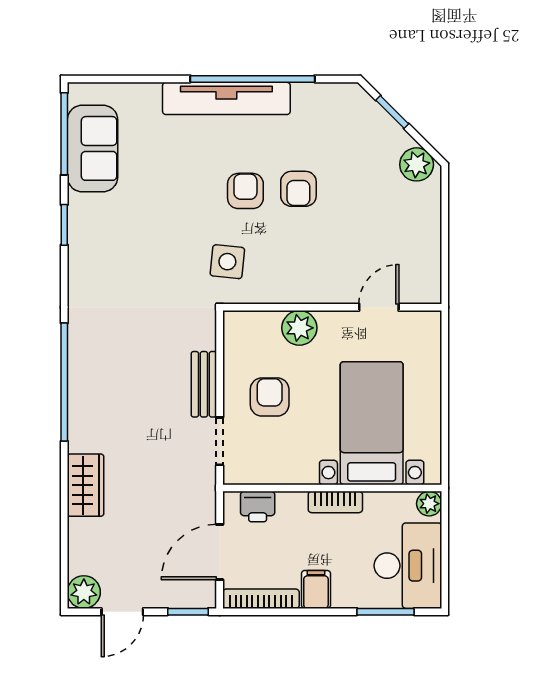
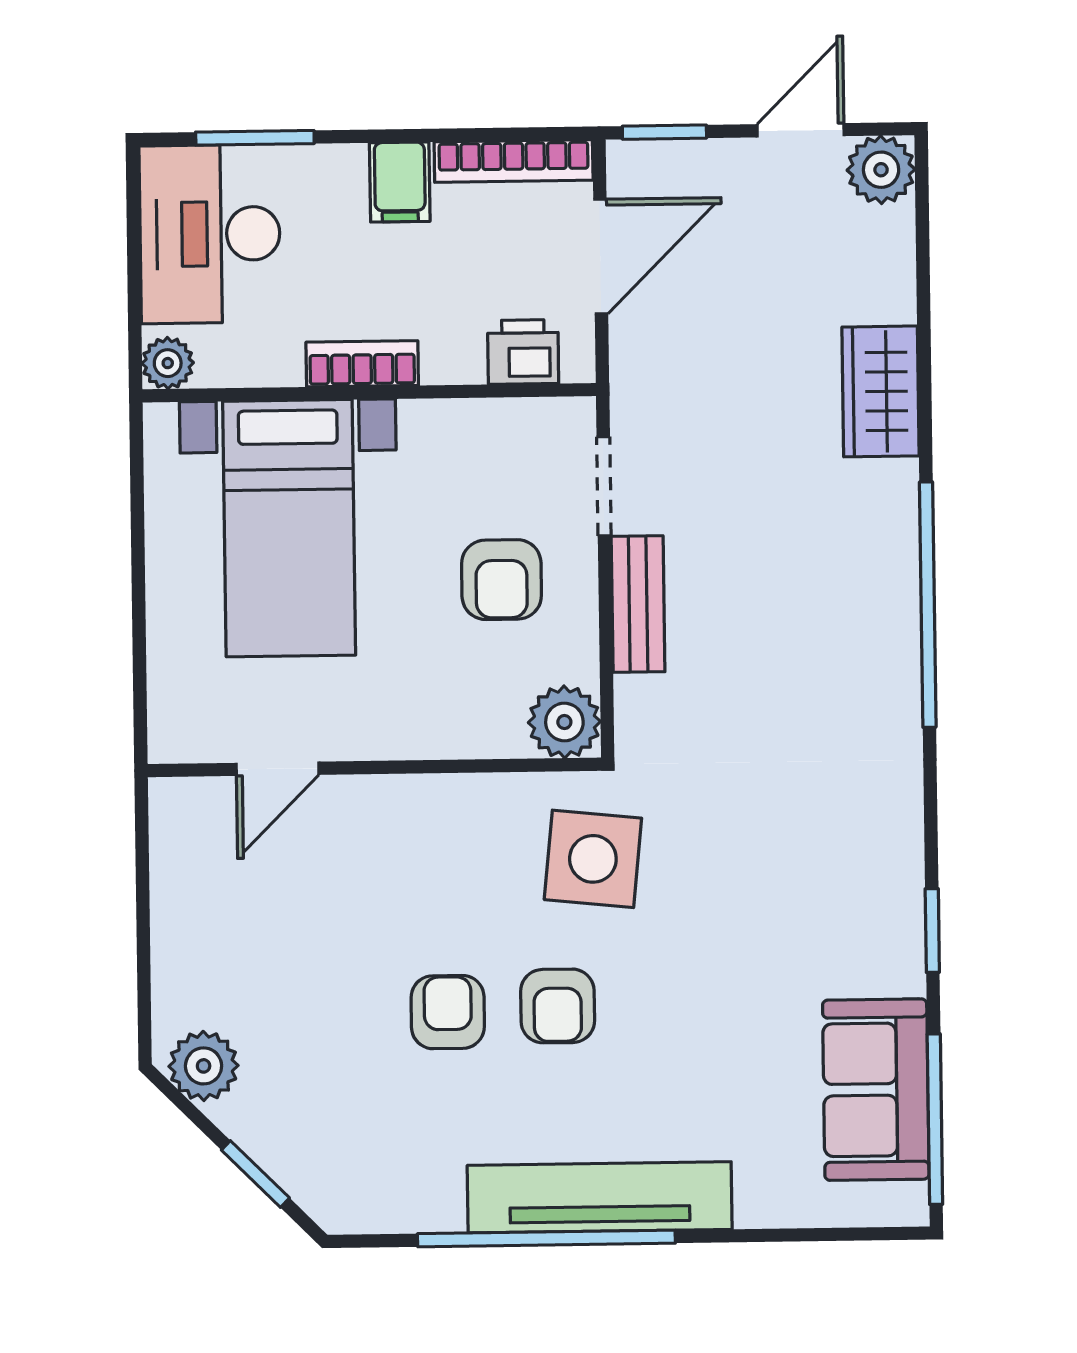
side table: (227, 262) -> (593, 859), width x1.37, depth x1.37
plant: (299, 328) -> (564, 722), moved

